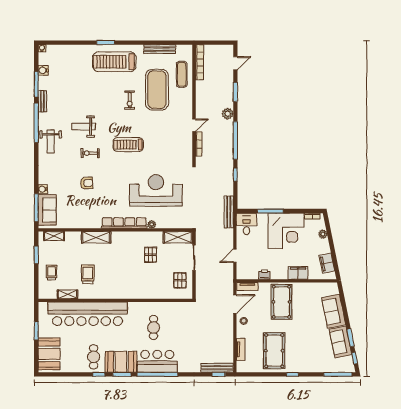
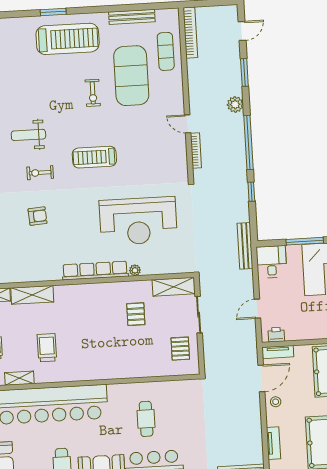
treadmill: (114, 62) -> (68, 39), turned 180
door: (194, 125) -> (188, 124), swing flipped
reception desk: (156, 190) -> (138, 221), turned 180
shelving: (96, 237) -> (32, 295), moved
printer: (264, 274) -> (276, 335), moved

